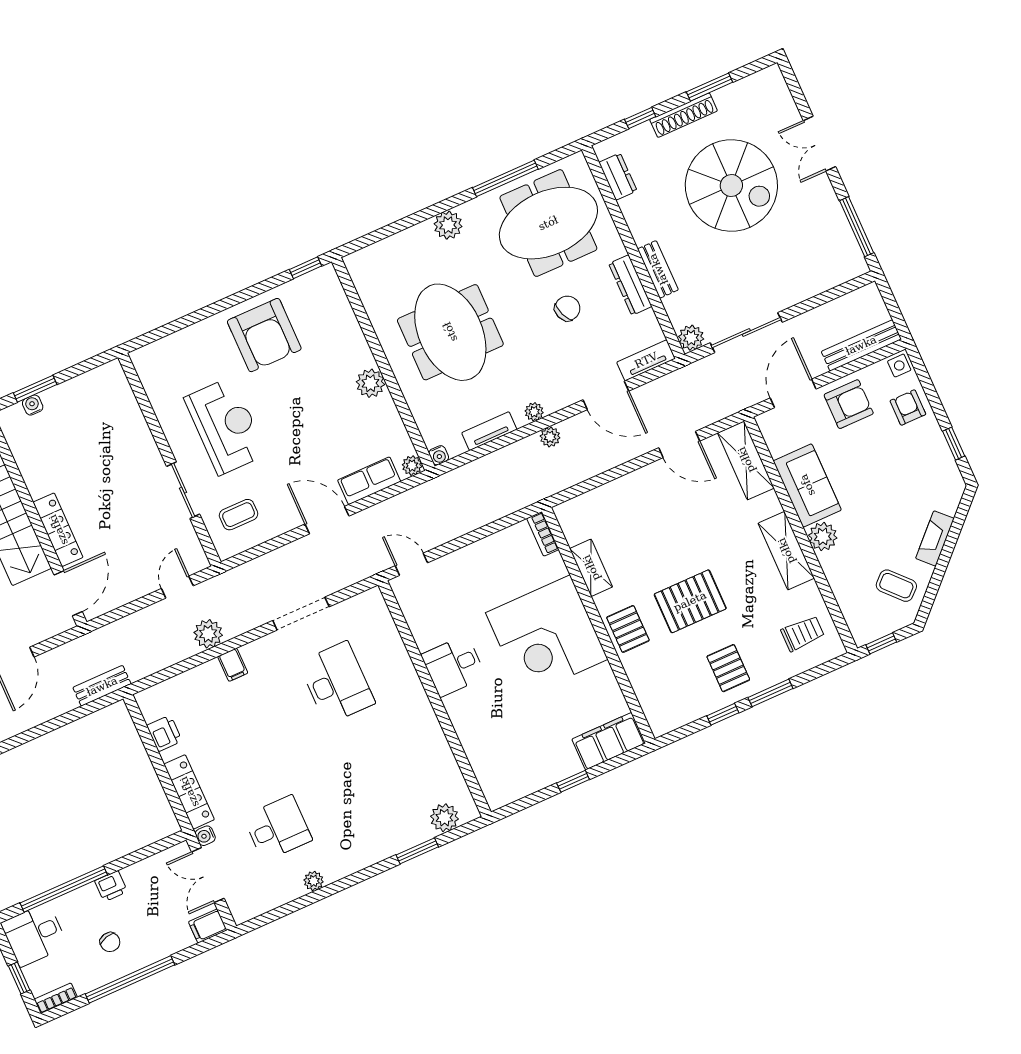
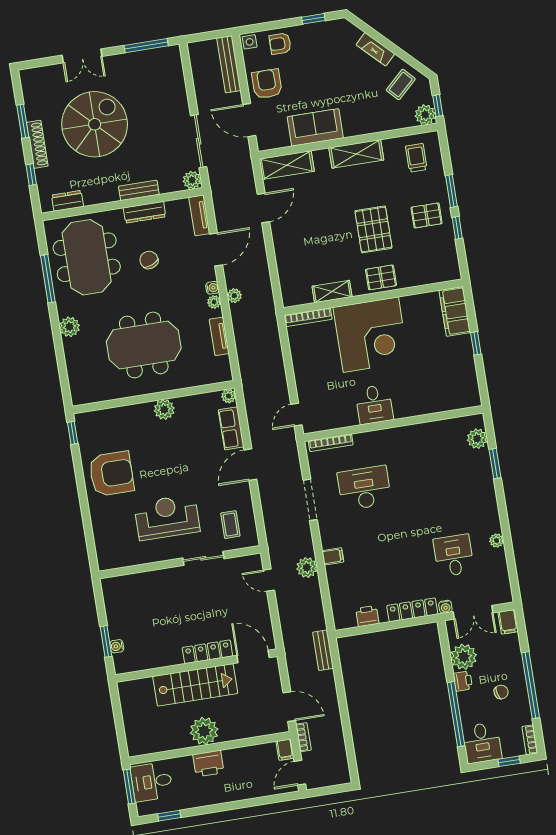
water cooler: (439, 455) -> (212, 288), moved
bookcase: (543, 534) -> (308, 317), width x1.56
plant: (823, 537) -> (425, 115), moved
bookcase: (386, 621) -> (331, 443), added
plant: (144, 879) -> (464, 657), added

